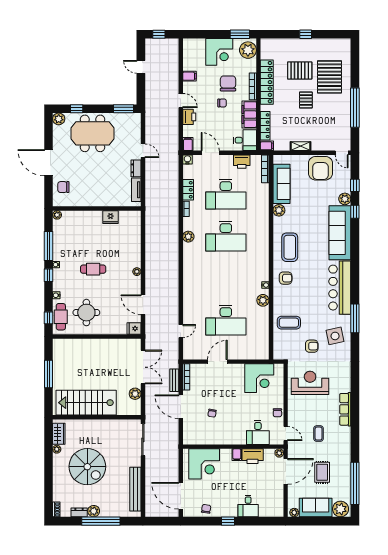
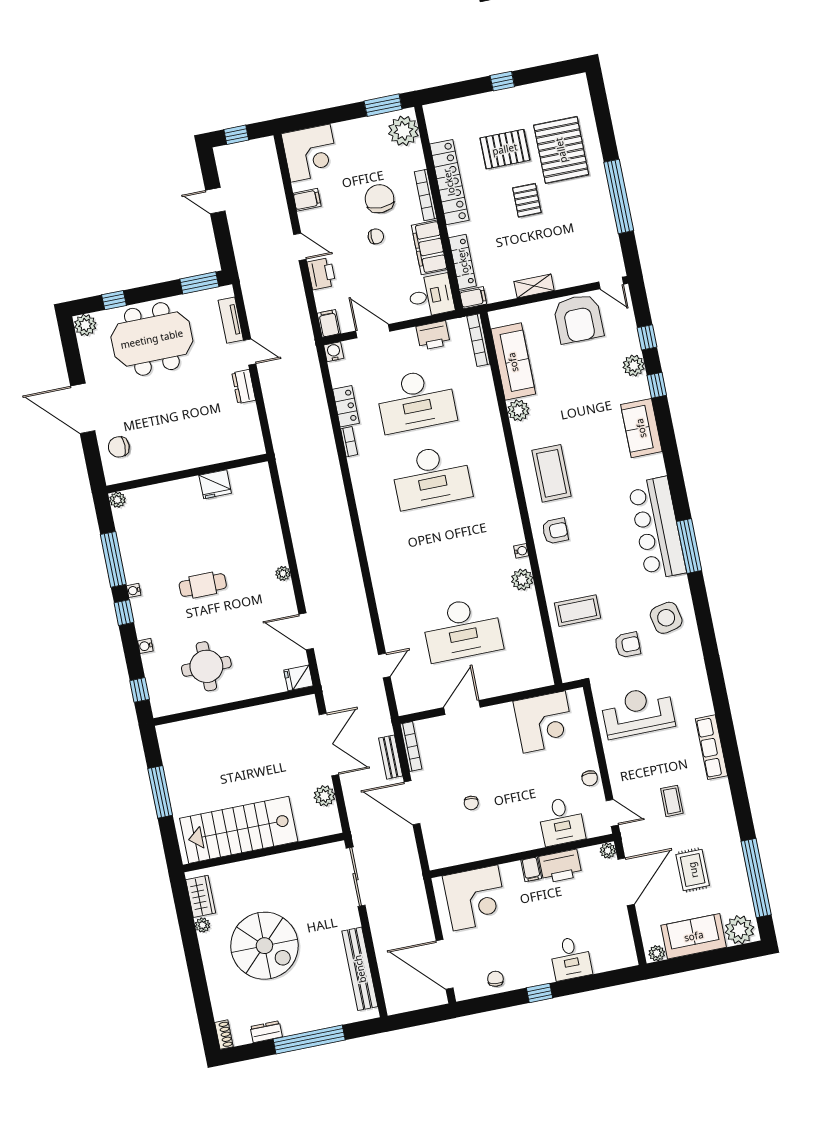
corner desk: (219, 52) -> (310, 153), moved
tv unit: (136, 190) -> (231, 320), moved
sofa: (340, 233) -> (641, 428), width x0.54, depth x0.79
plant: (188, 237) -> (364, 491), removed
cafe table: (61, 317) -> (161, 683), removed
window: (355, 318) -> (689, 546), moved
plant: (94, 511) -> (292, 1024), removed

